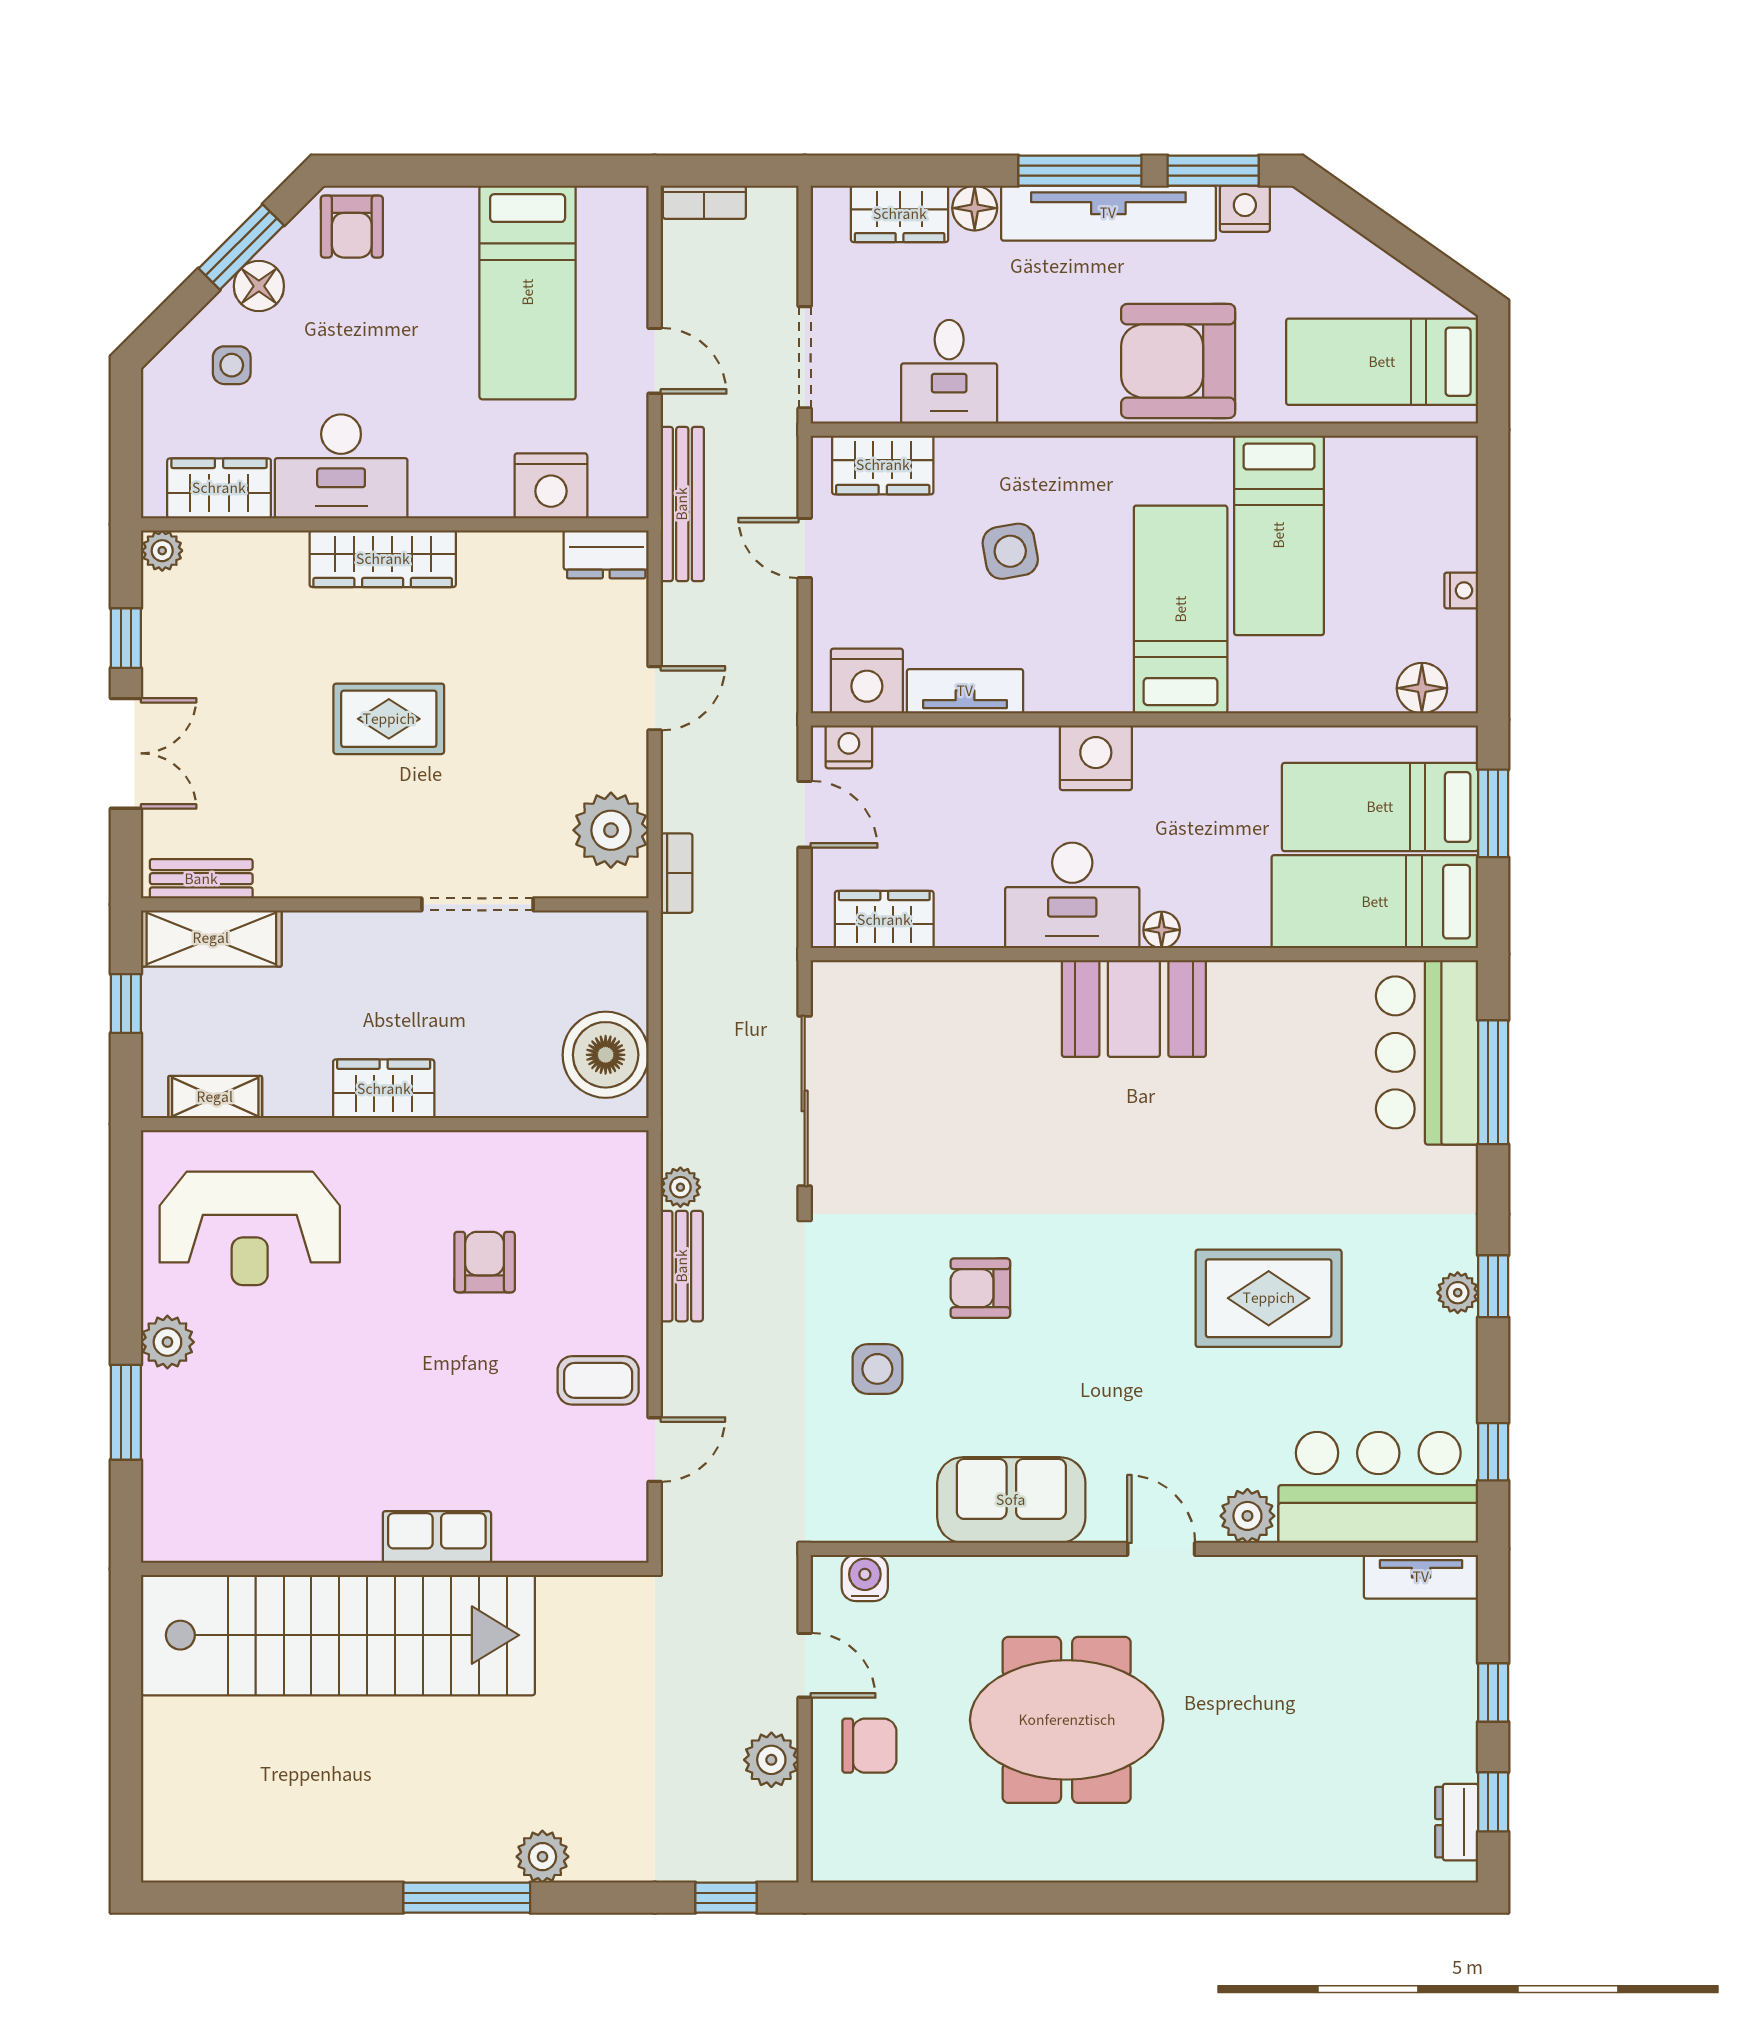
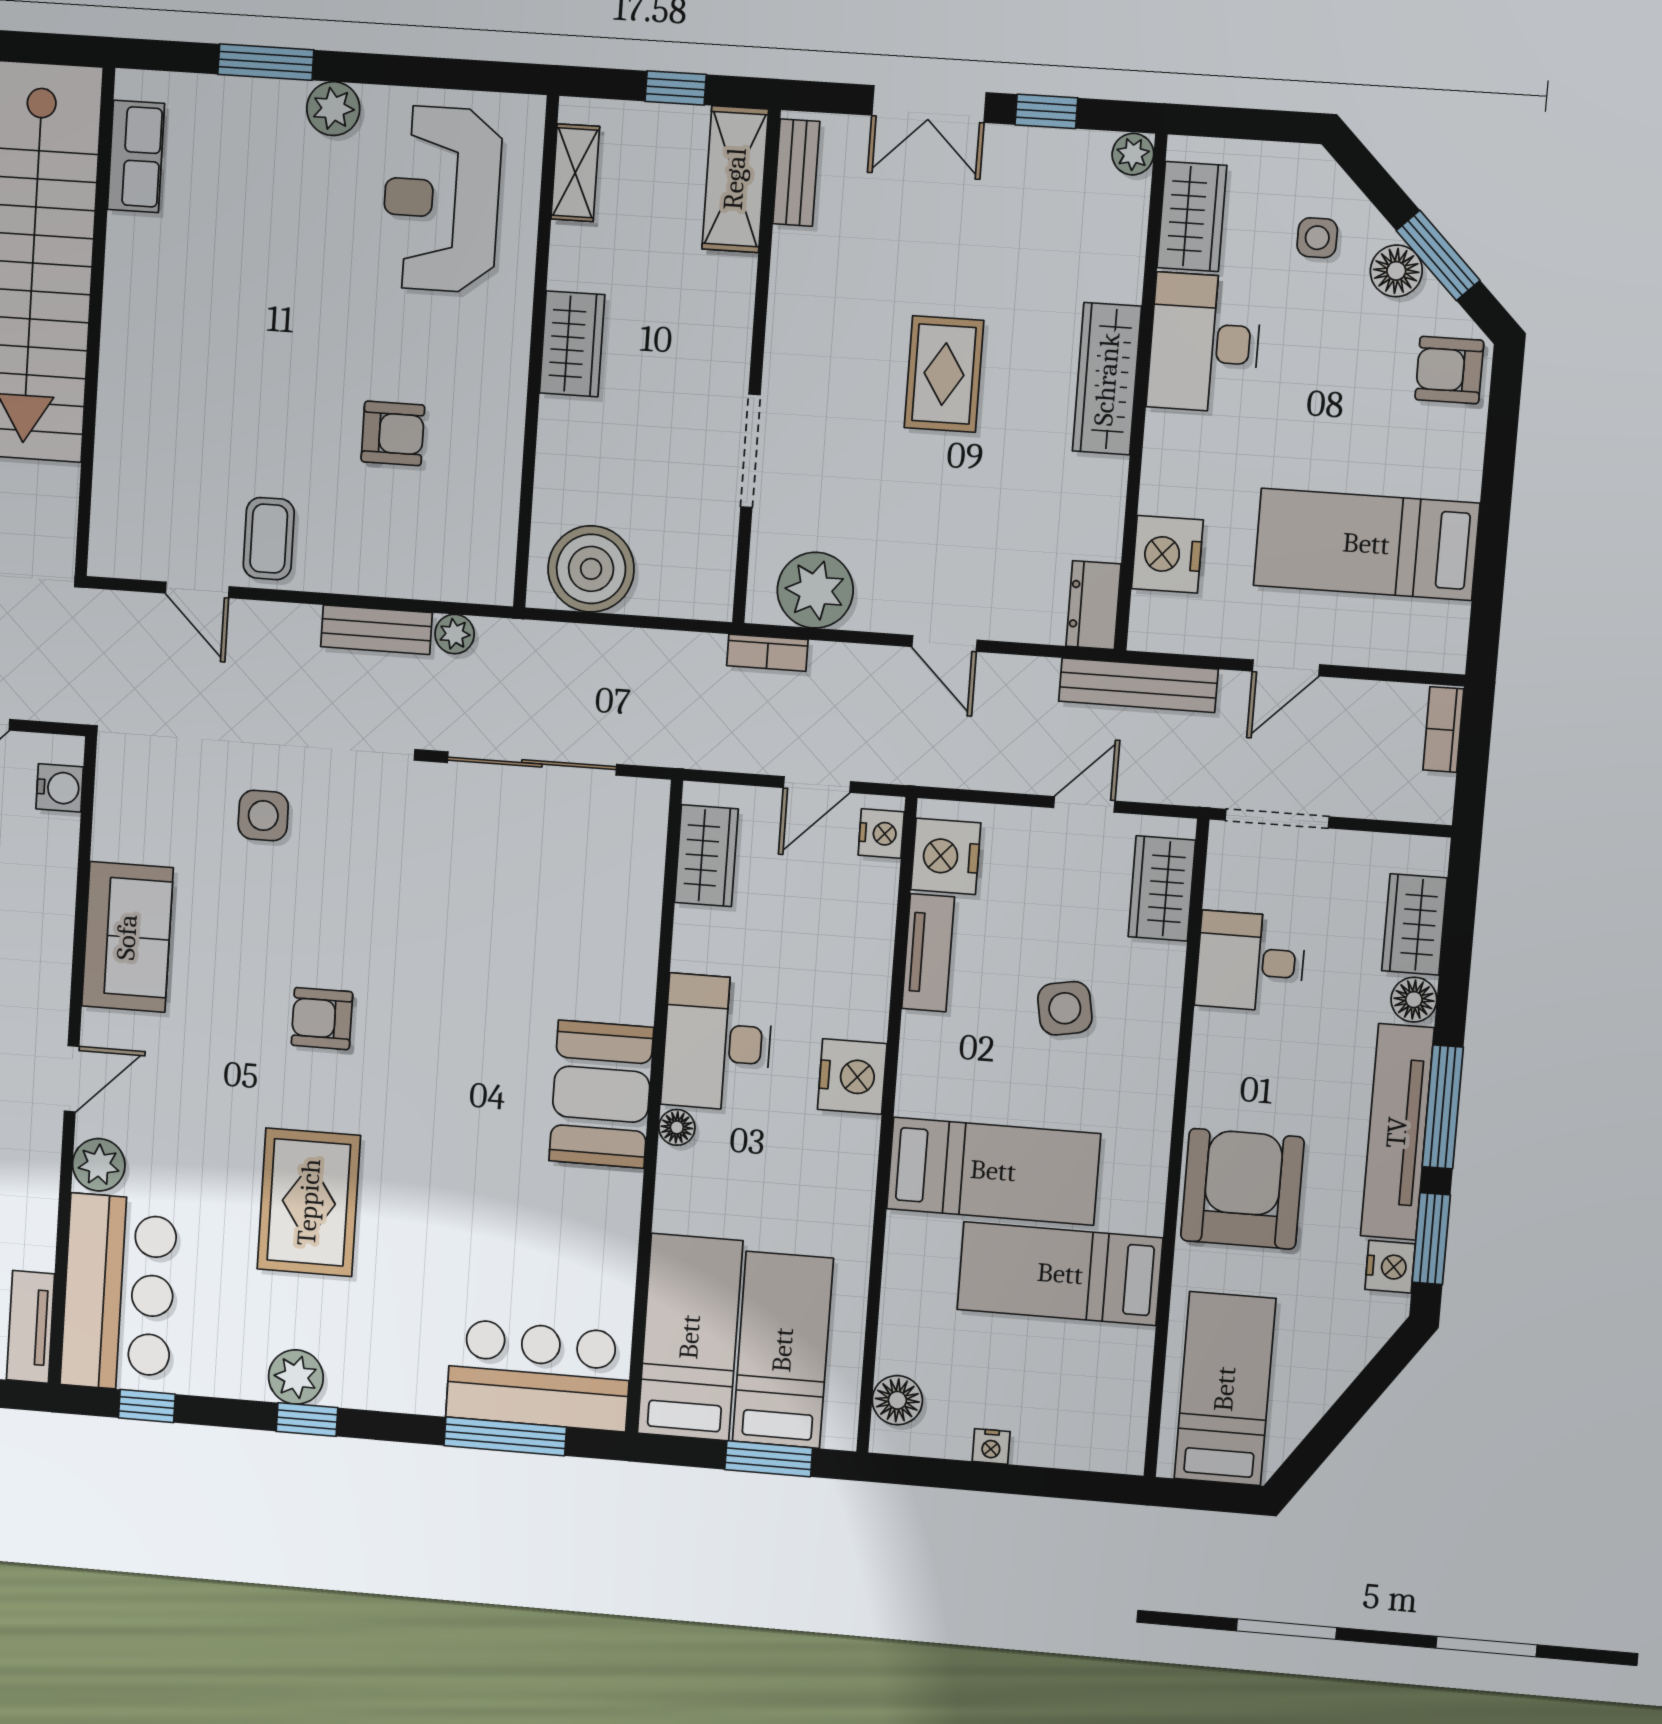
armchair: (980, 1288) -> (322, 1019), moved, turned -90
plant: (1458, 1293) -> (296, 1377), width x1.38, depth x1.38
row of seats: (437, 1537) -> (136, 156), moved

